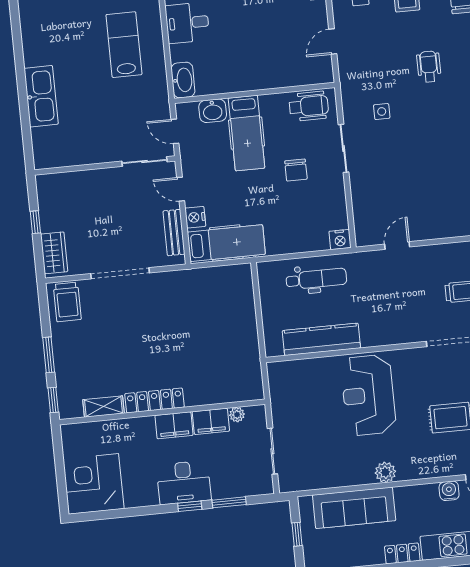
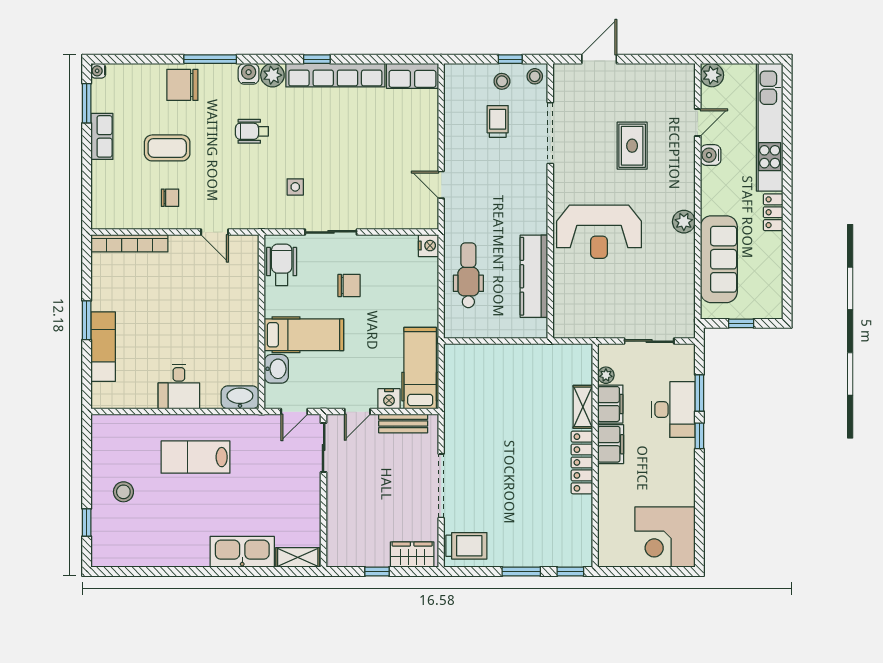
shelving: (41, 148) -> (298, 557), added
shelving: (103, 407) -> (583, 407), moved
desk: (184, 483) -> (673, 410), moved

